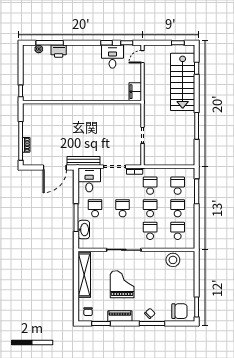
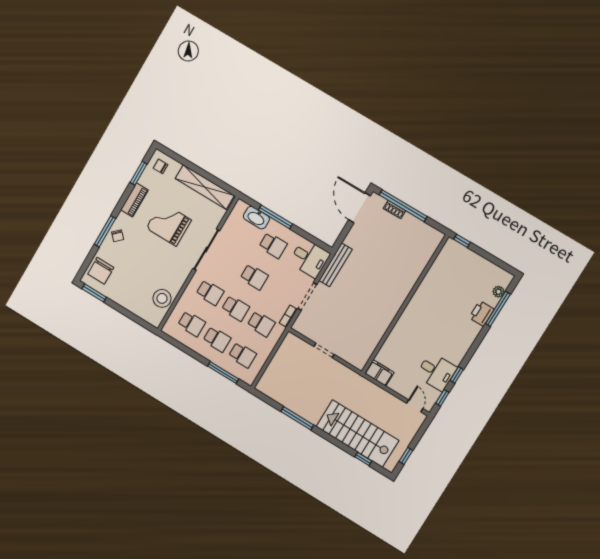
door: (55, 168) -> (360, 208), moved
grand piano: (122, 284) -> (169, 224), turned 180

